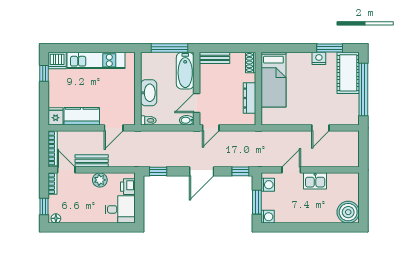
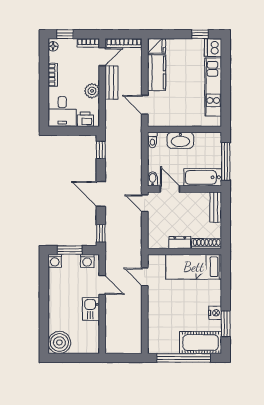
shoe rack: (251, 63) -> (207, 244), width x1.43
dresser: (250, 98) -> (180, 243), width x0.70
door: (320, 128) -> (145, 277), moved
bookcase: (84, 219) -> (53, 75), added

